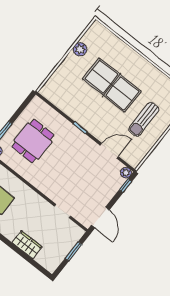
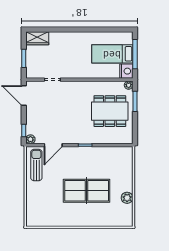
sun lounger: (144, 119) -> (36, 165), moved
dining table: (33, 141) -> (110, 111), width x1.37
wardrobe: (27, 245) -> (37, 38), moved

